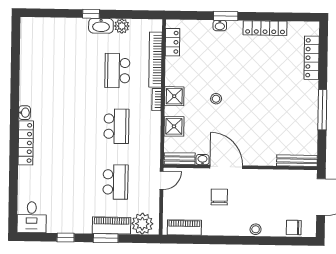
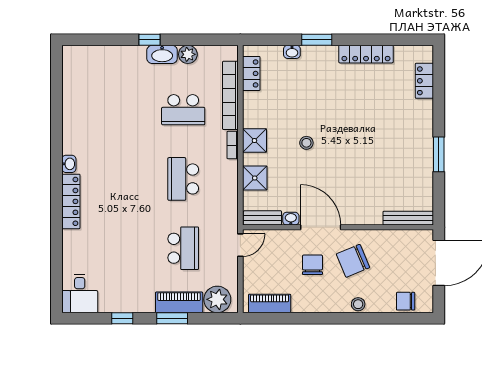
washbasin: (220, 26) -> (292, 52), moved
locker: (312, 58) -> (424, 81), width x0.66
school desk: (117, 71) -> (183, 110), turned -90
window: (322, 110) -> (439, 154), width x0.69
school desk: (116, 126) -> (183, 179), turned 180
chair: (252, 194) -> (353, 261), added

